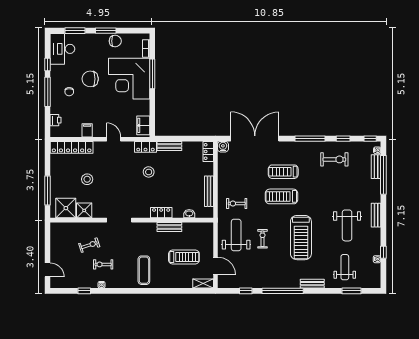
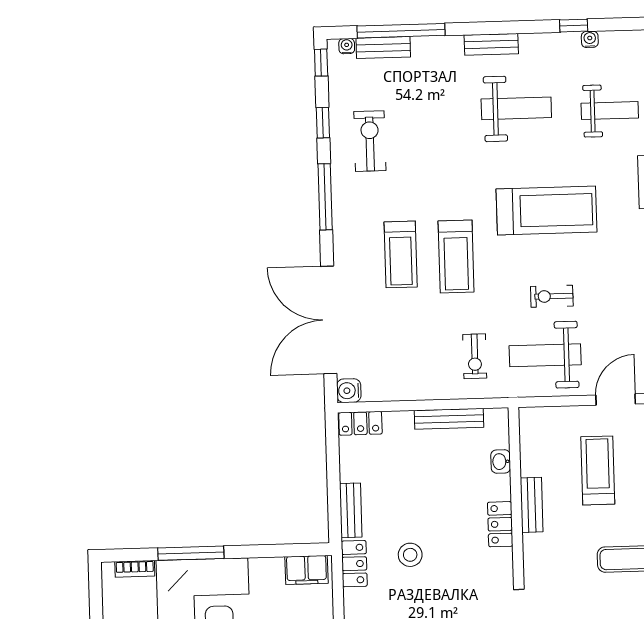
weight bench: (345, 267) -> (610, 111), turned 180

